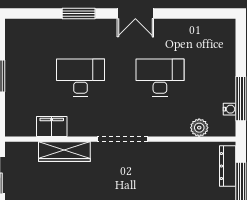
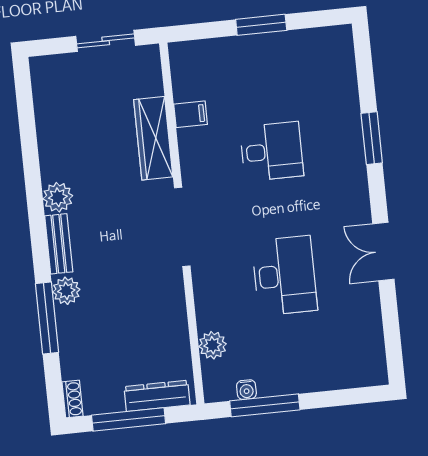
double door: (135, 13) -> (383, 252), moved
desk: (81, 78) -> (272, 151), width x0.73
filing cabinet: (52, 126) -> (191, 114), width x0.50

